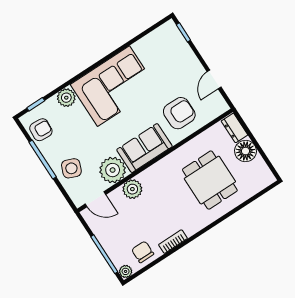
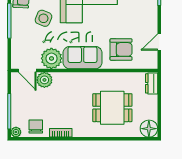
floor lamp: (246, 151) -> (149, 129), moved
side table: (71, 168) -> (43, 18), moved
dining table: (210, 180) -> (112, 108), turned 90
plant: (132, 189) -> (44, 80), moved

